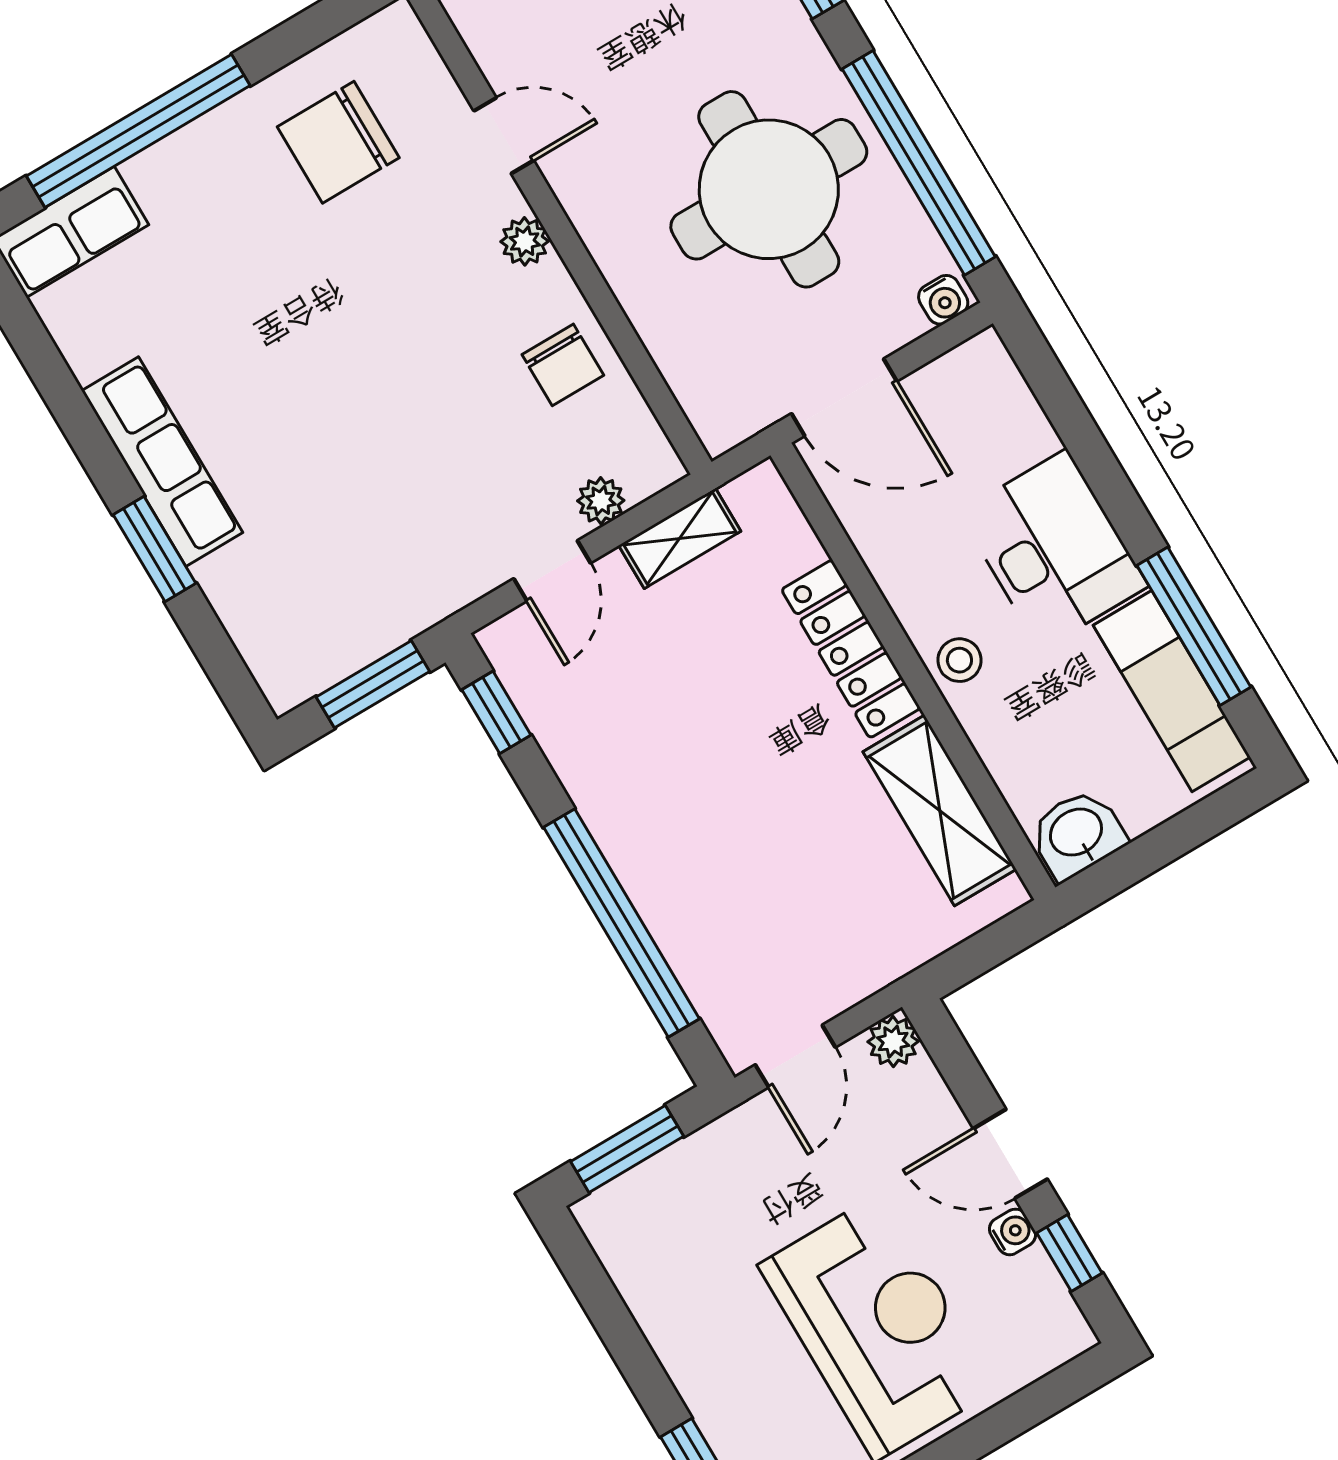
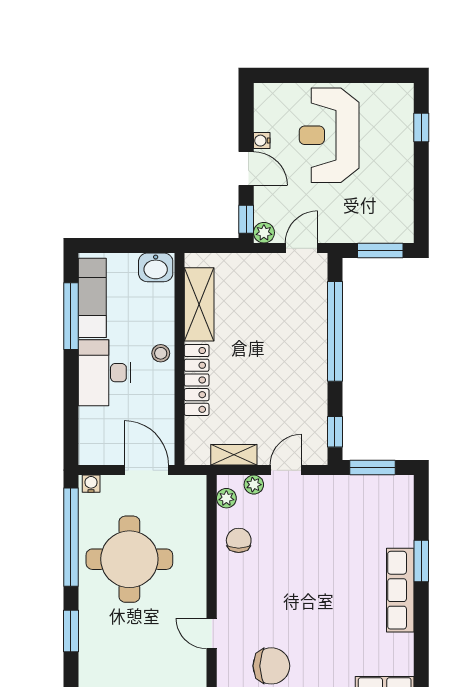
plant: (525, 241) -> (226, 498), moved
window: (1069, 1253) -> (246, 219), moved

